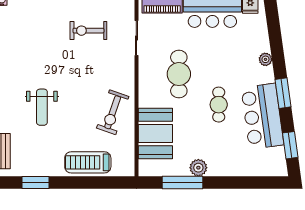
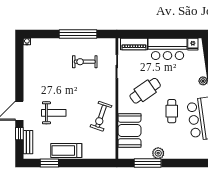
cafe table: (179, 74) -> (145, 91), turned 55
weight bench: (42, 107) -> (54, 113), turned -90
treadmill: (88, 162) -> (66, 150), moved

